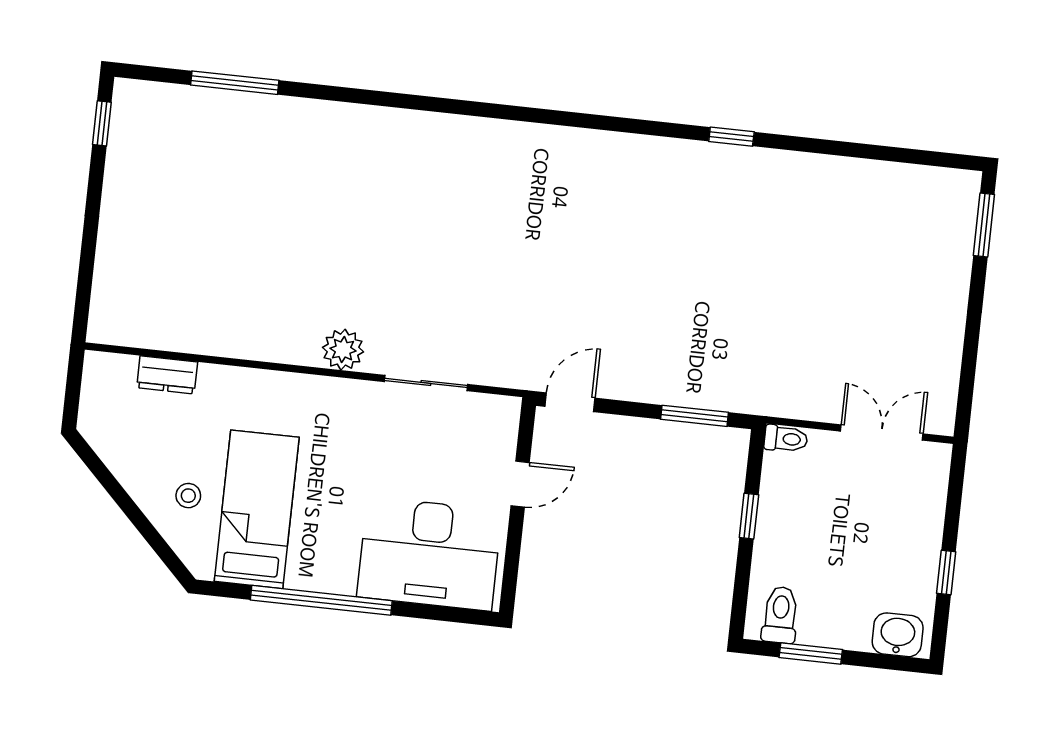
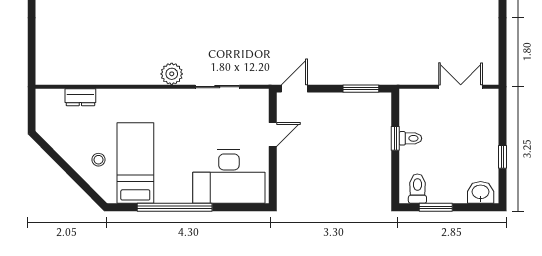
toilet: (786, 439) -> (410, 138), moved

